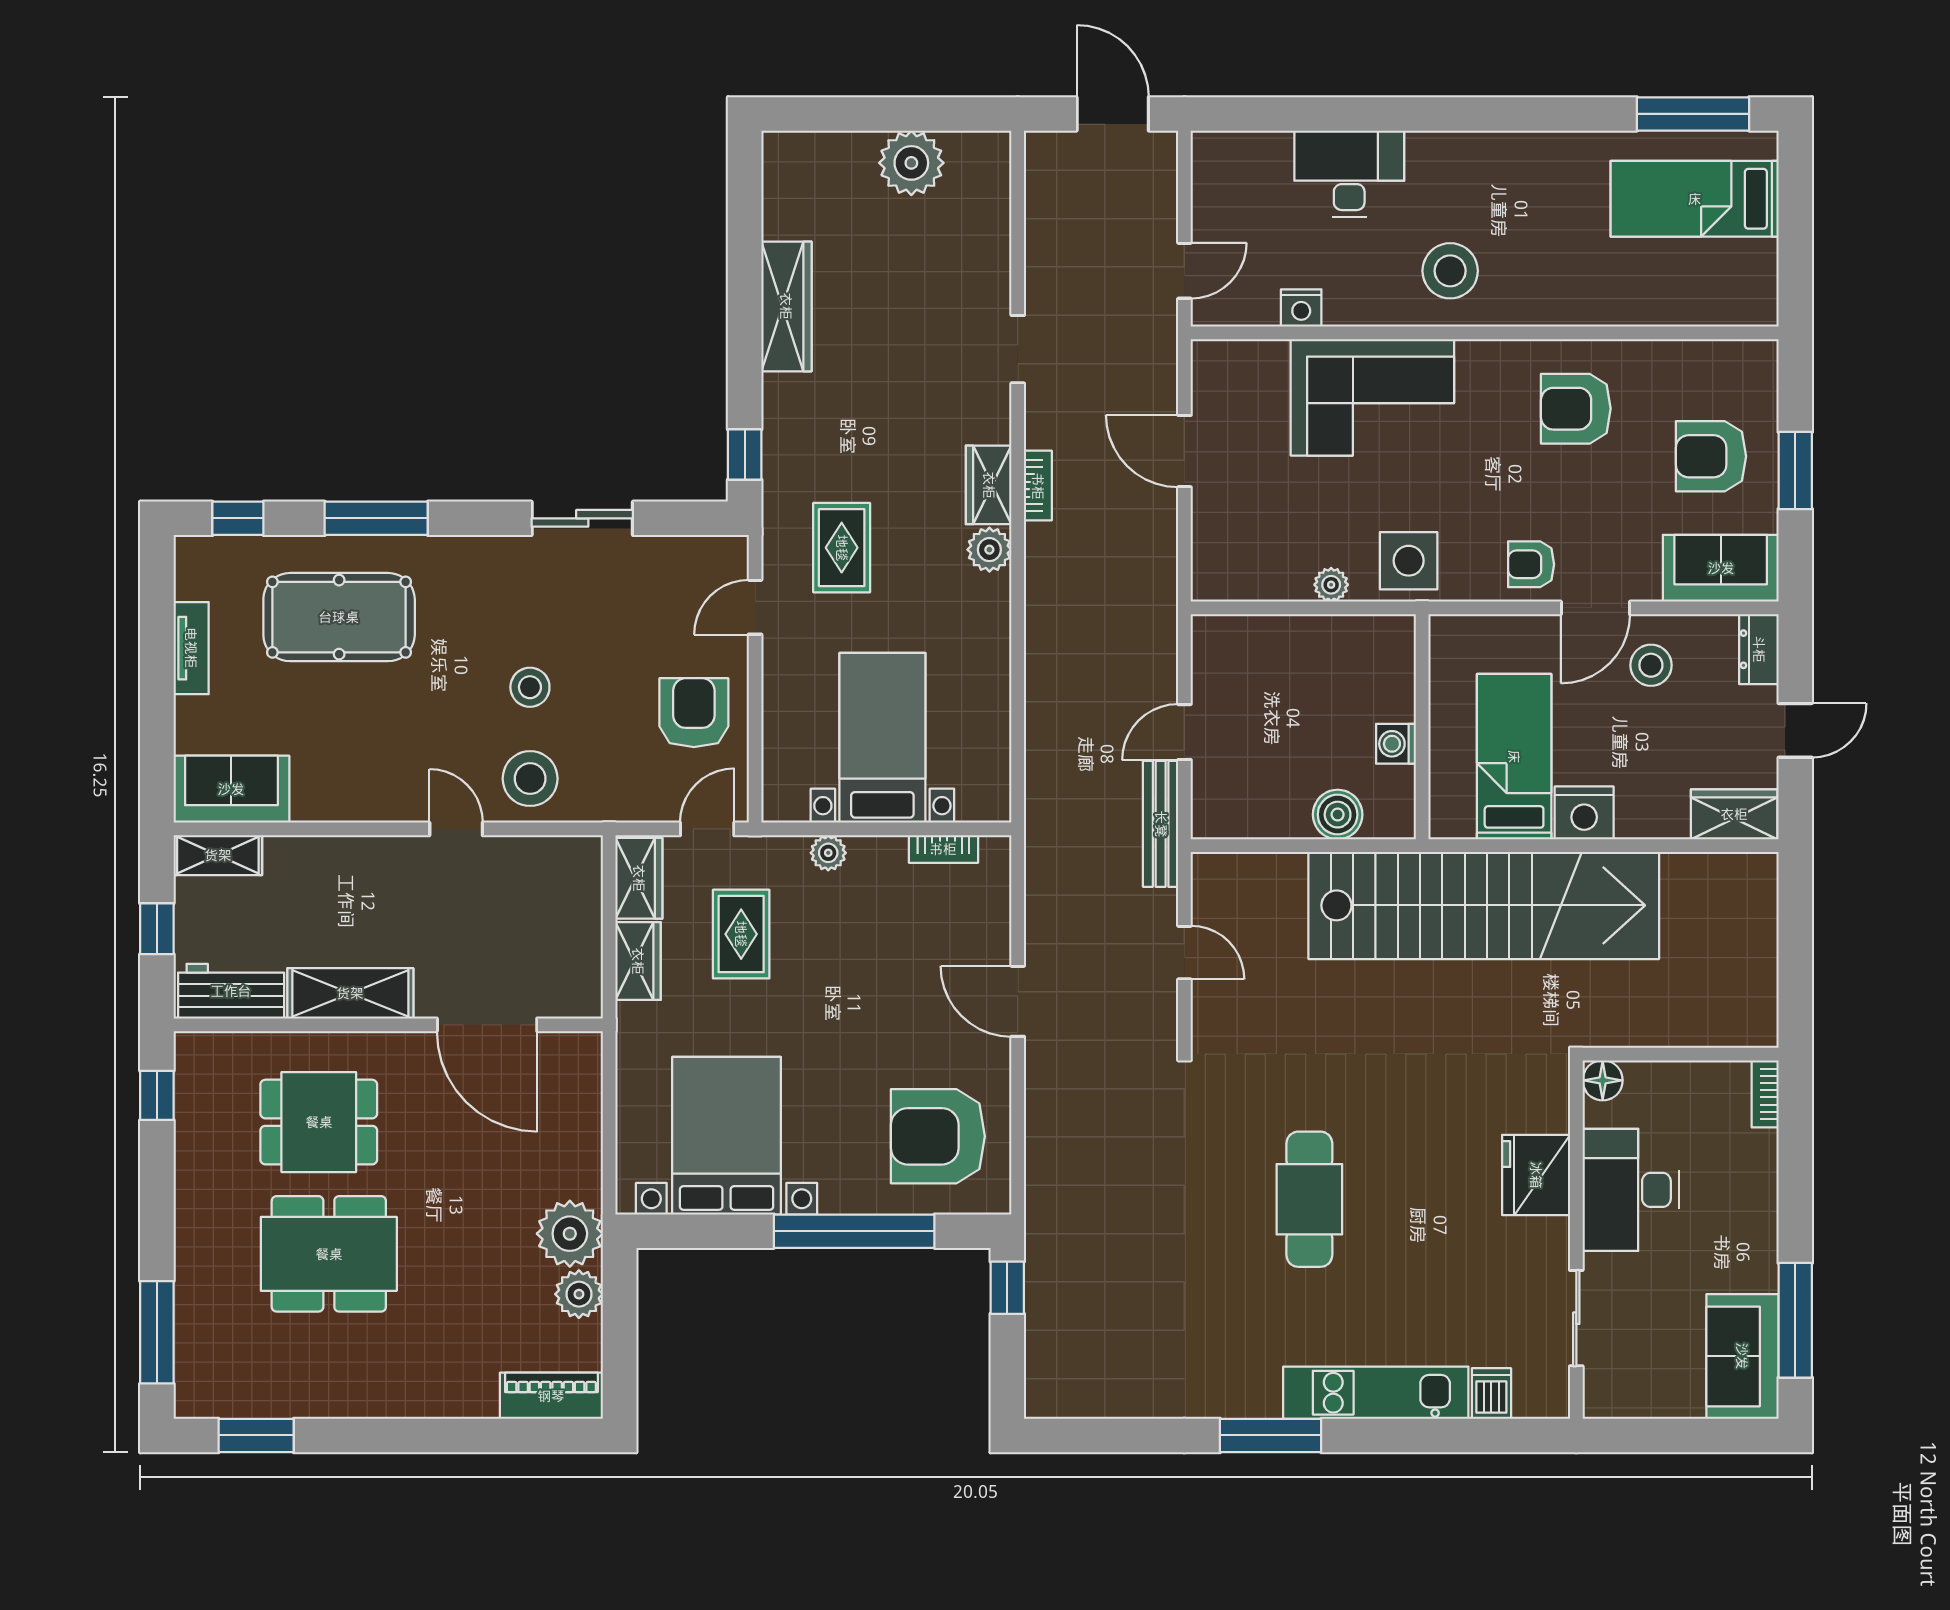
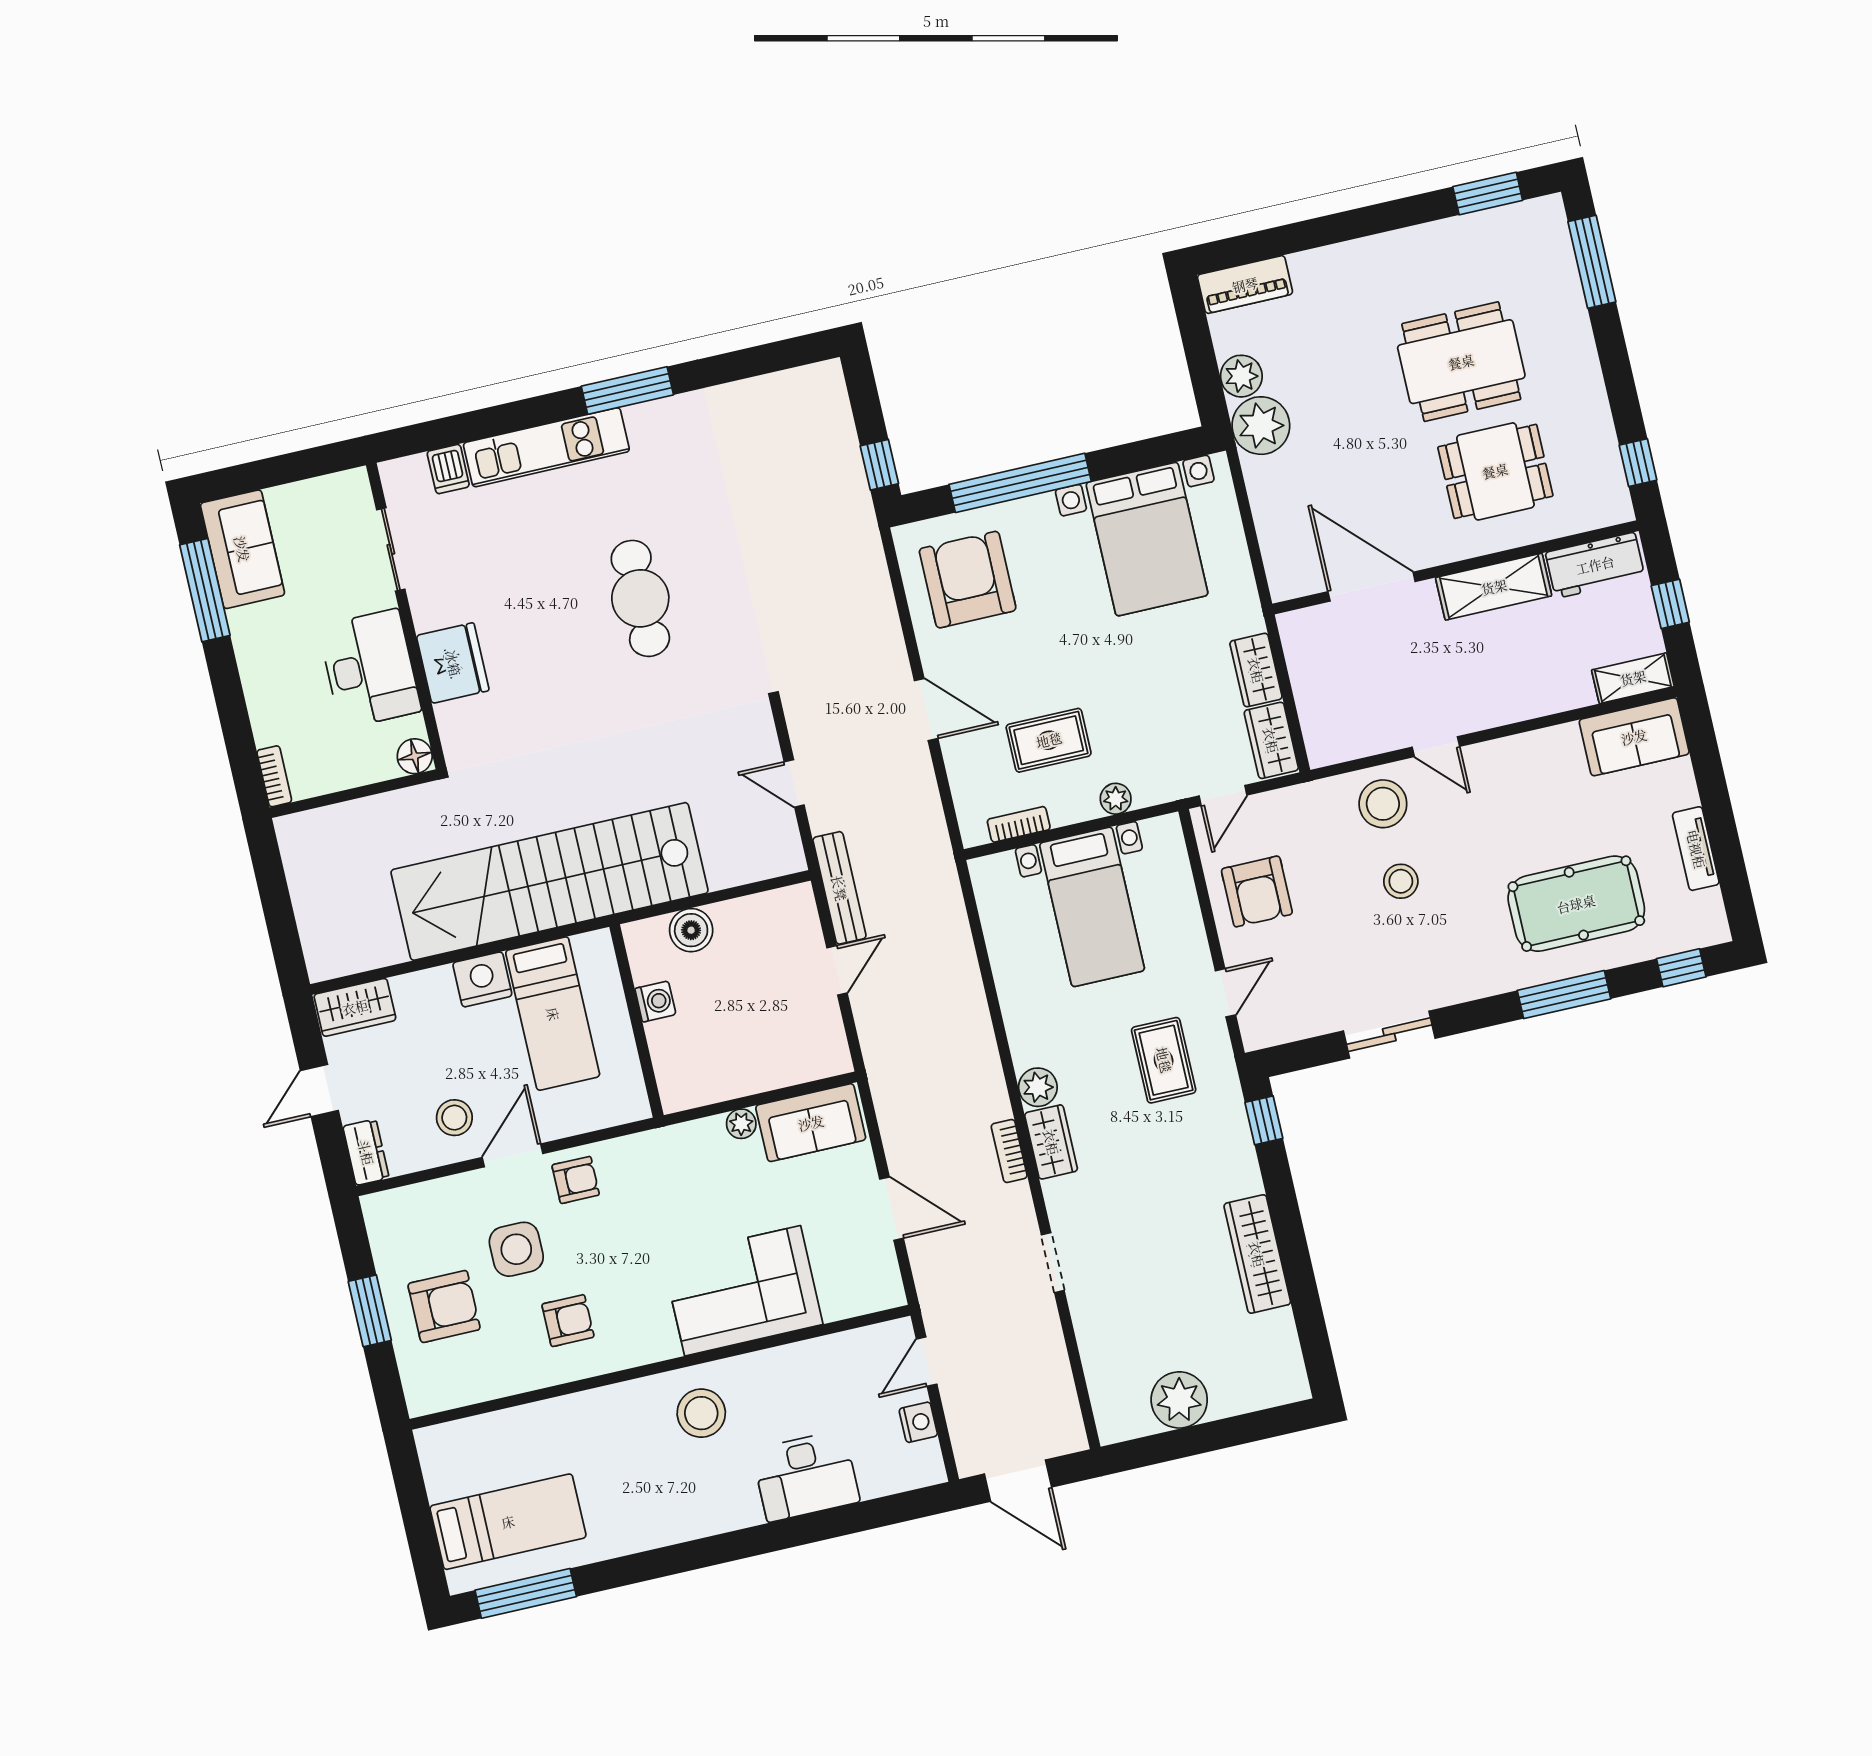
nightstand: (1301, 308) -> (918, 1422), moved, turned 90
armchair: (1576, 409) -> (568, 1321), width x0.72, depth x0.72
side table: (1409, 561) -> (516, 1249), moved
sofa: (1721, 568) -> (811, 1123), moved
rug: (741, 934) -> (1049, 740), moved, turned 90
armchair: (938, 1136) -> (968, 580), turned -90

